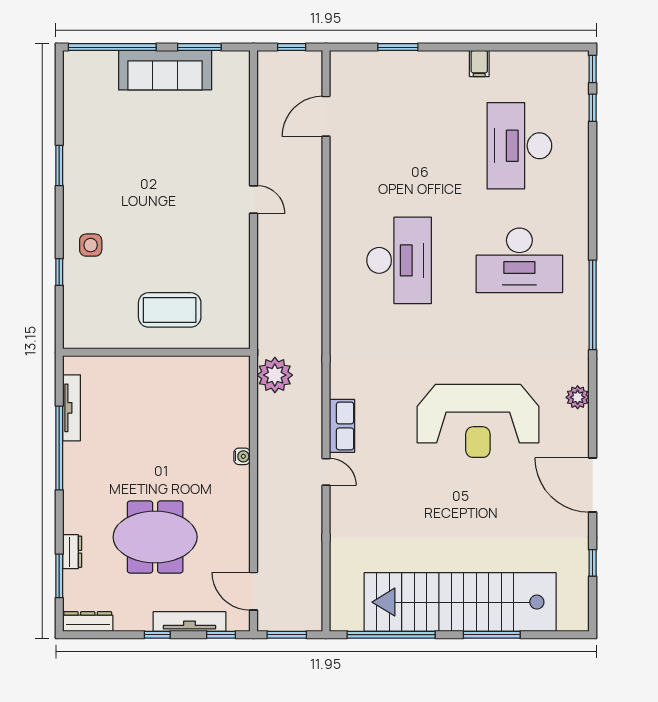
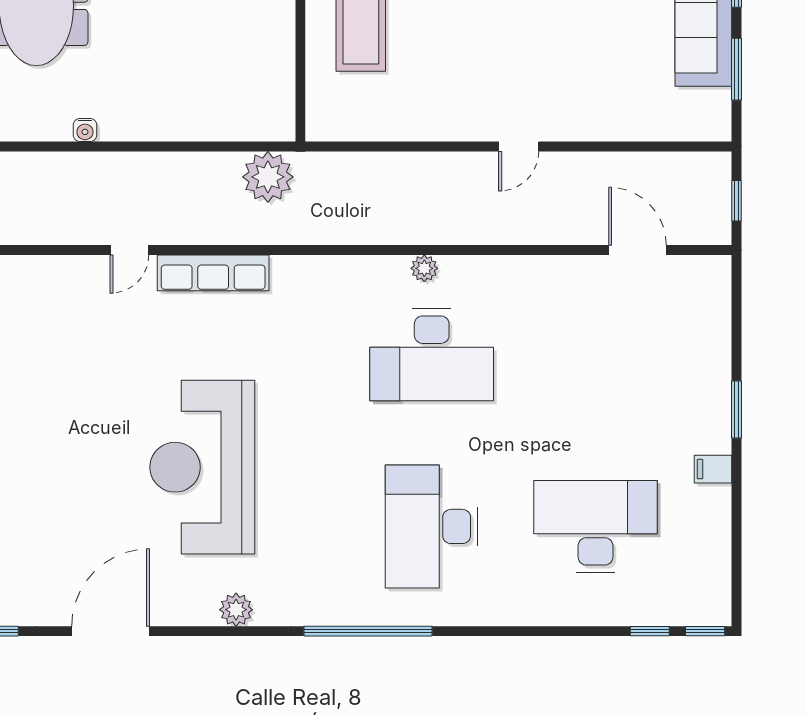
window: (398, 47) -> (736, 410), moved
plant: (339, 266) -> (424, 268), added
row of seats: (342, 426) -> (213, 273), width x1.48
water cooler: (242, 456) -> (85, 130), moved

